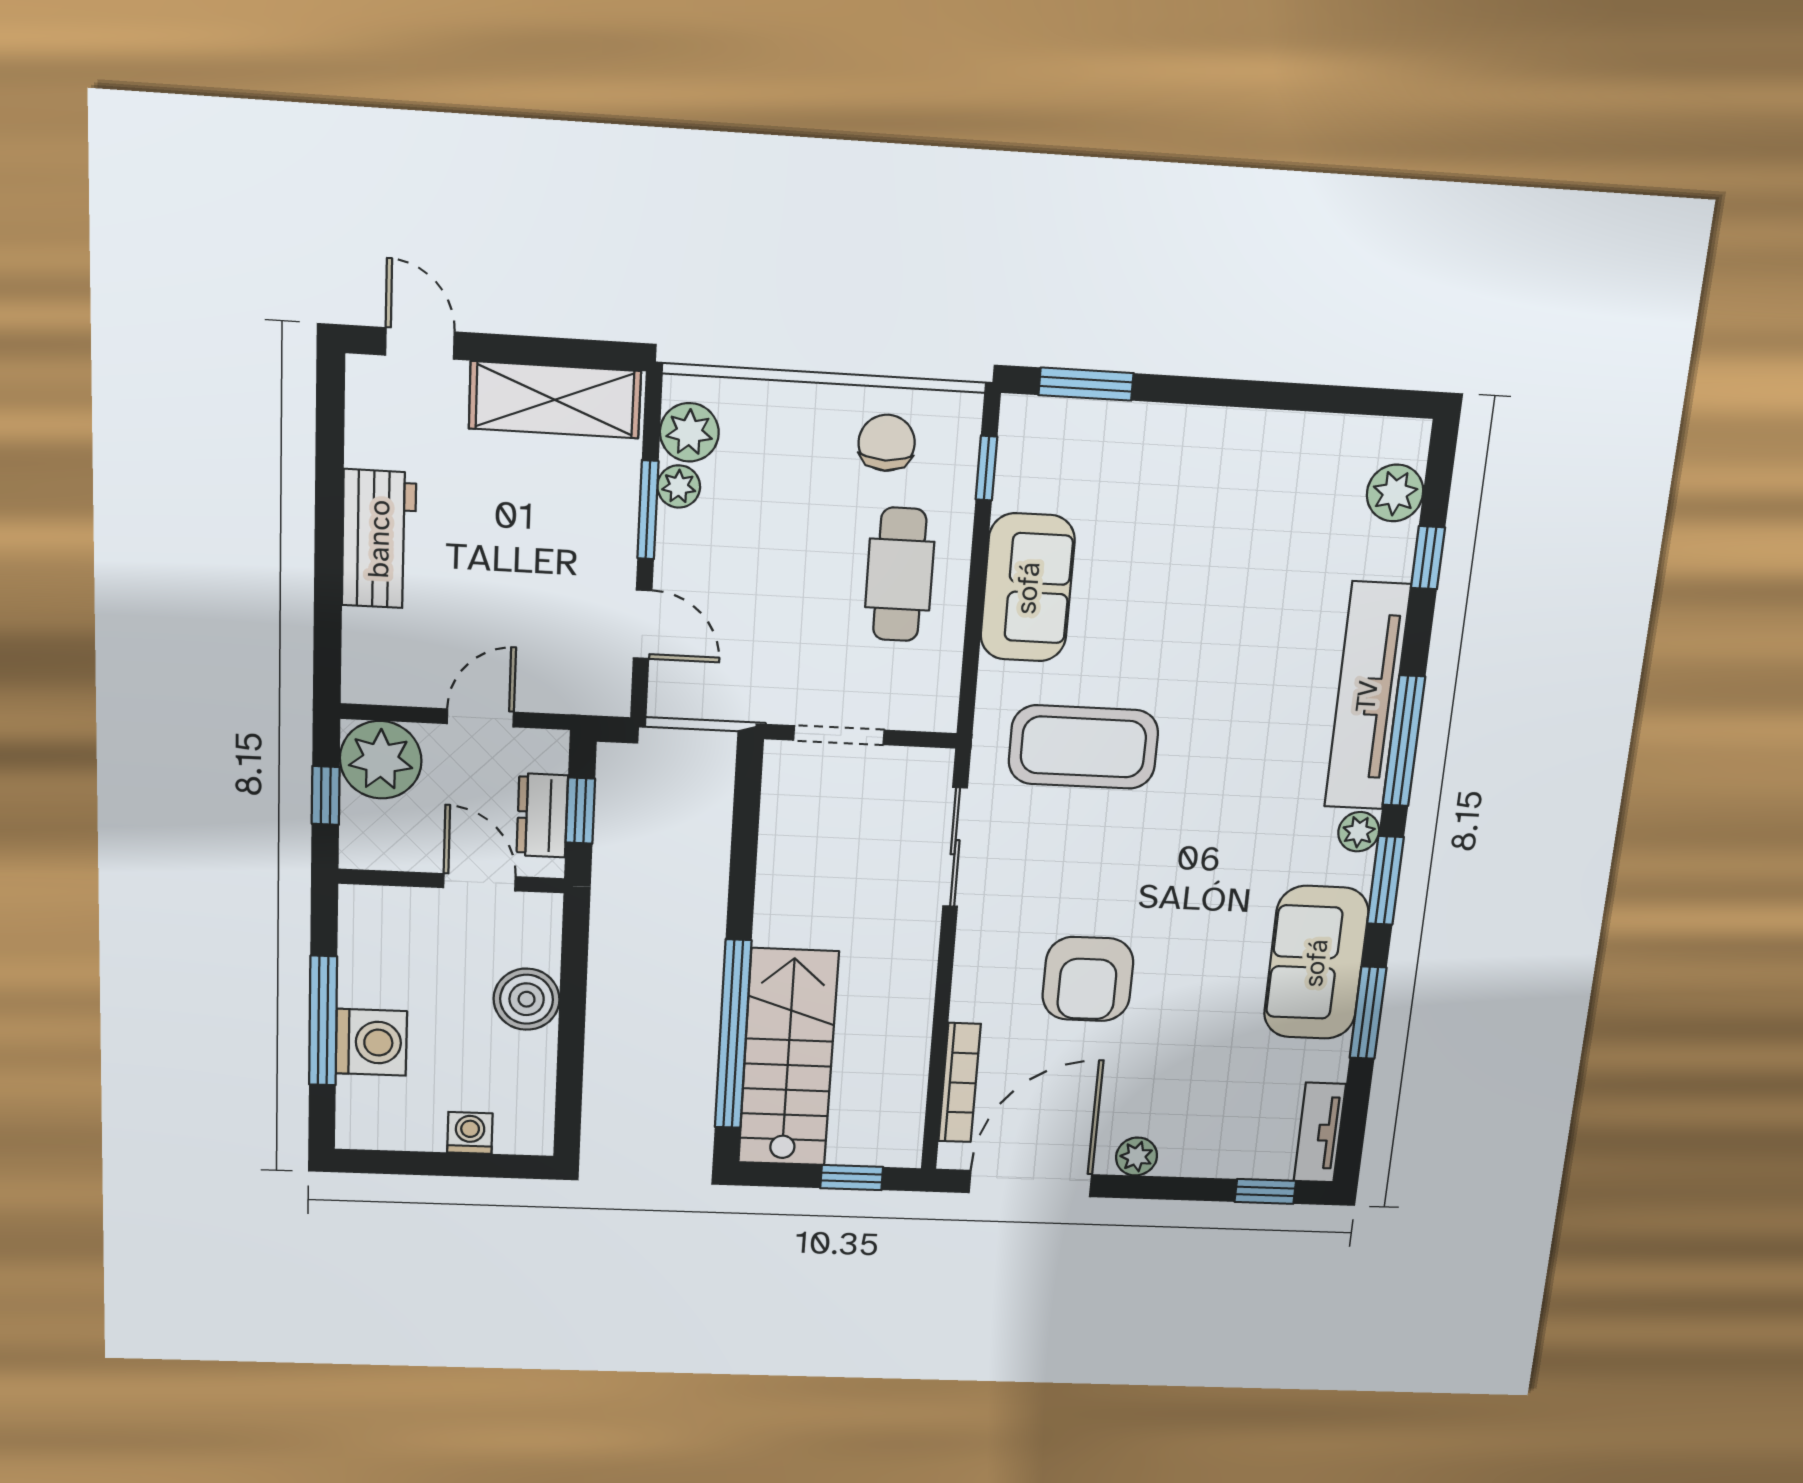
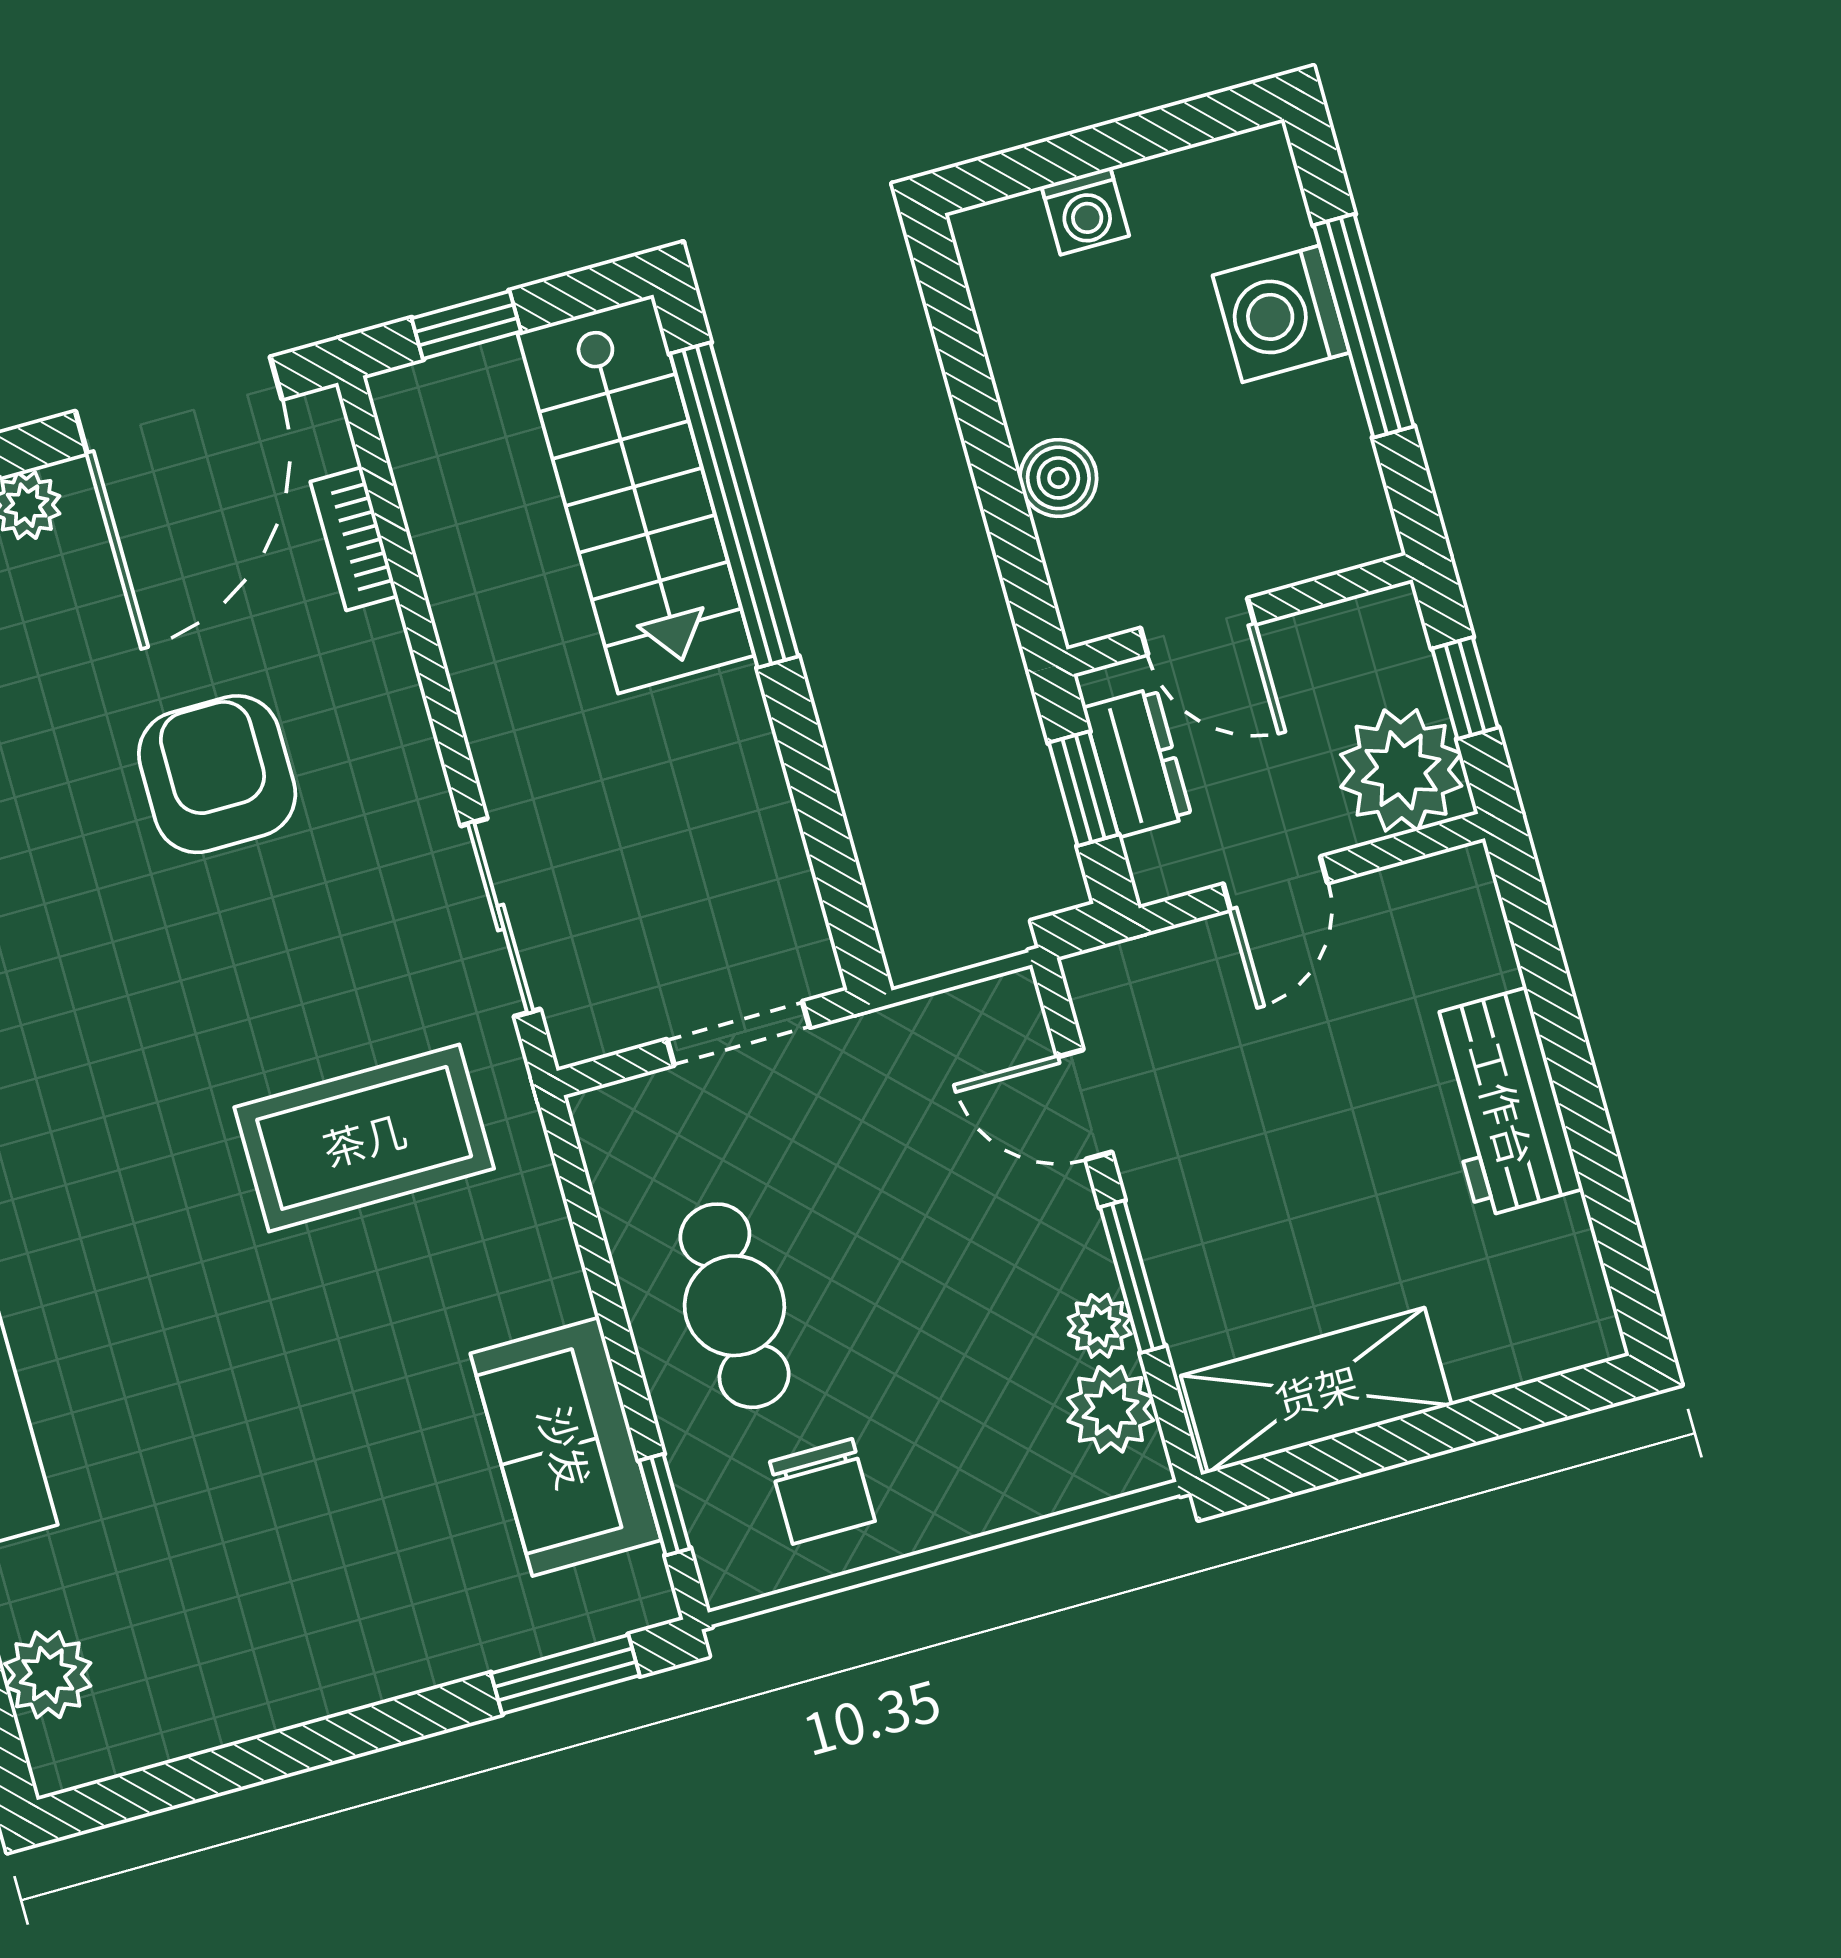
door: (420, 343) -> (1530, 1405), removed
sofa: (1028, 588) -> (566, 1447), moved
boiler: (527, 999) -> (1058, 478), width x0.73, depth x0.73
bookcase: (960, 1083) -> (354, 539), width x0.64

